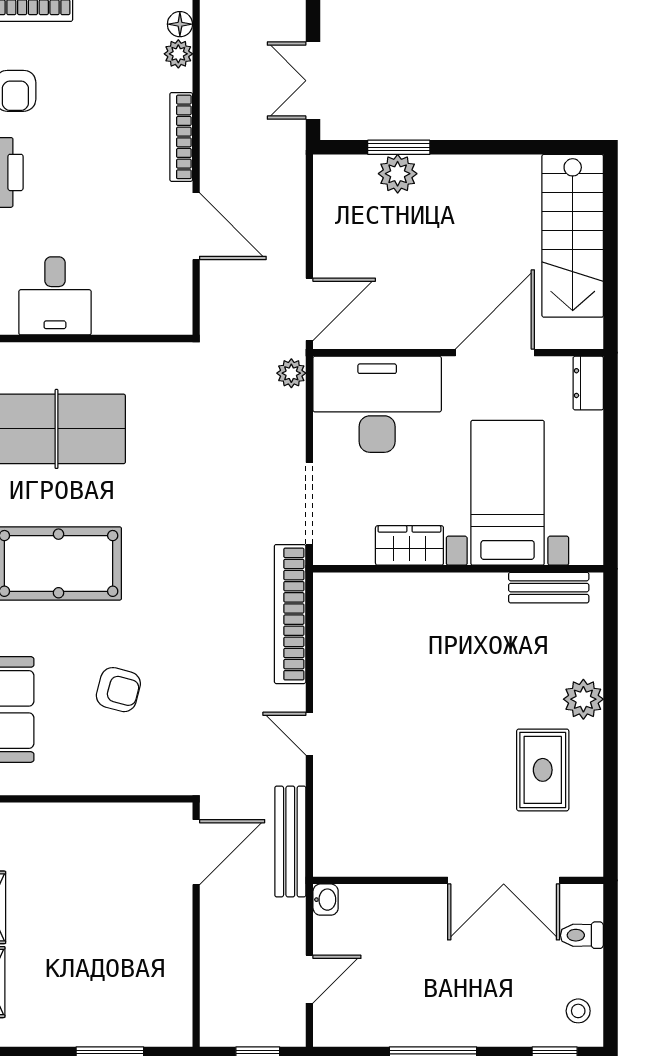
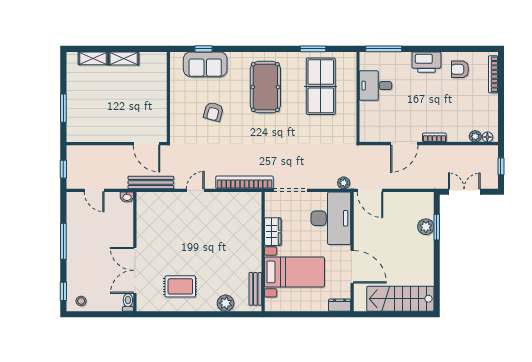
bookcase: (181, 137) -> (434, 138), width x0.64
plant: (583, 699) -> (226, 303), moved
toilet: (582, 935) -> (128, 303), moved

